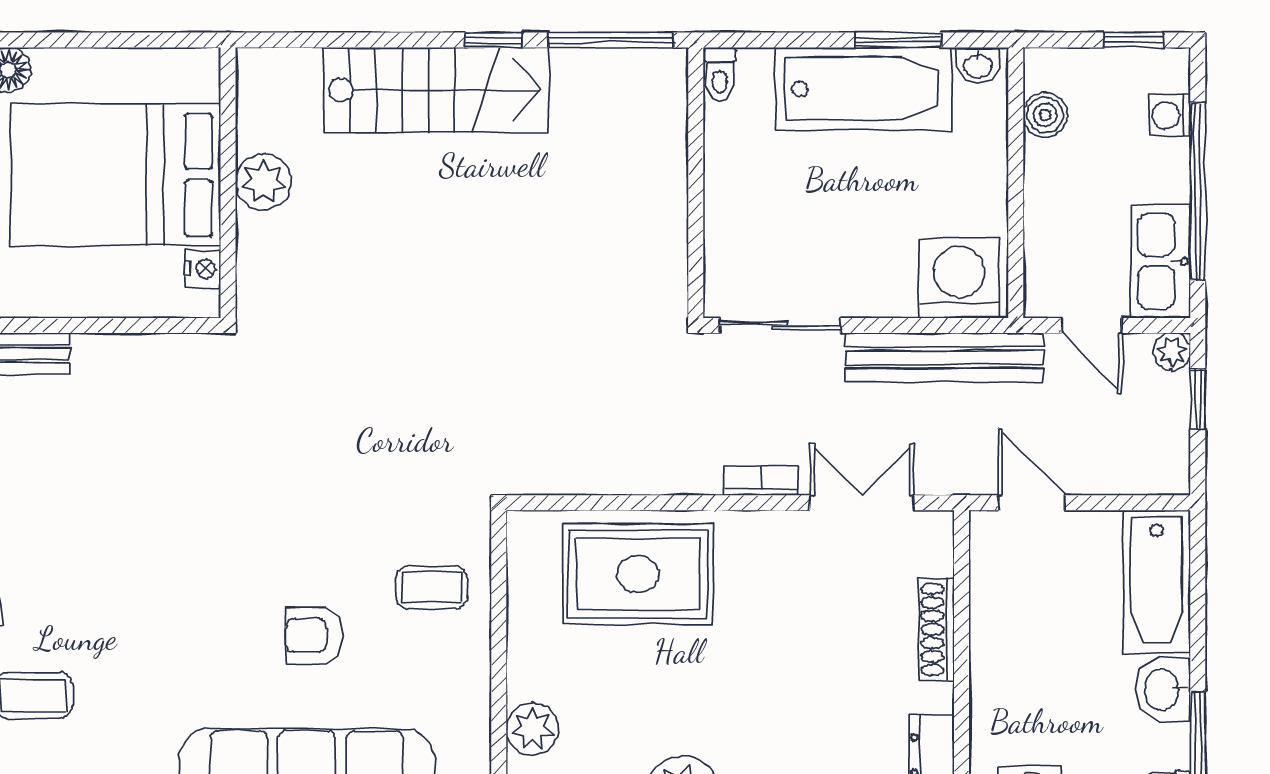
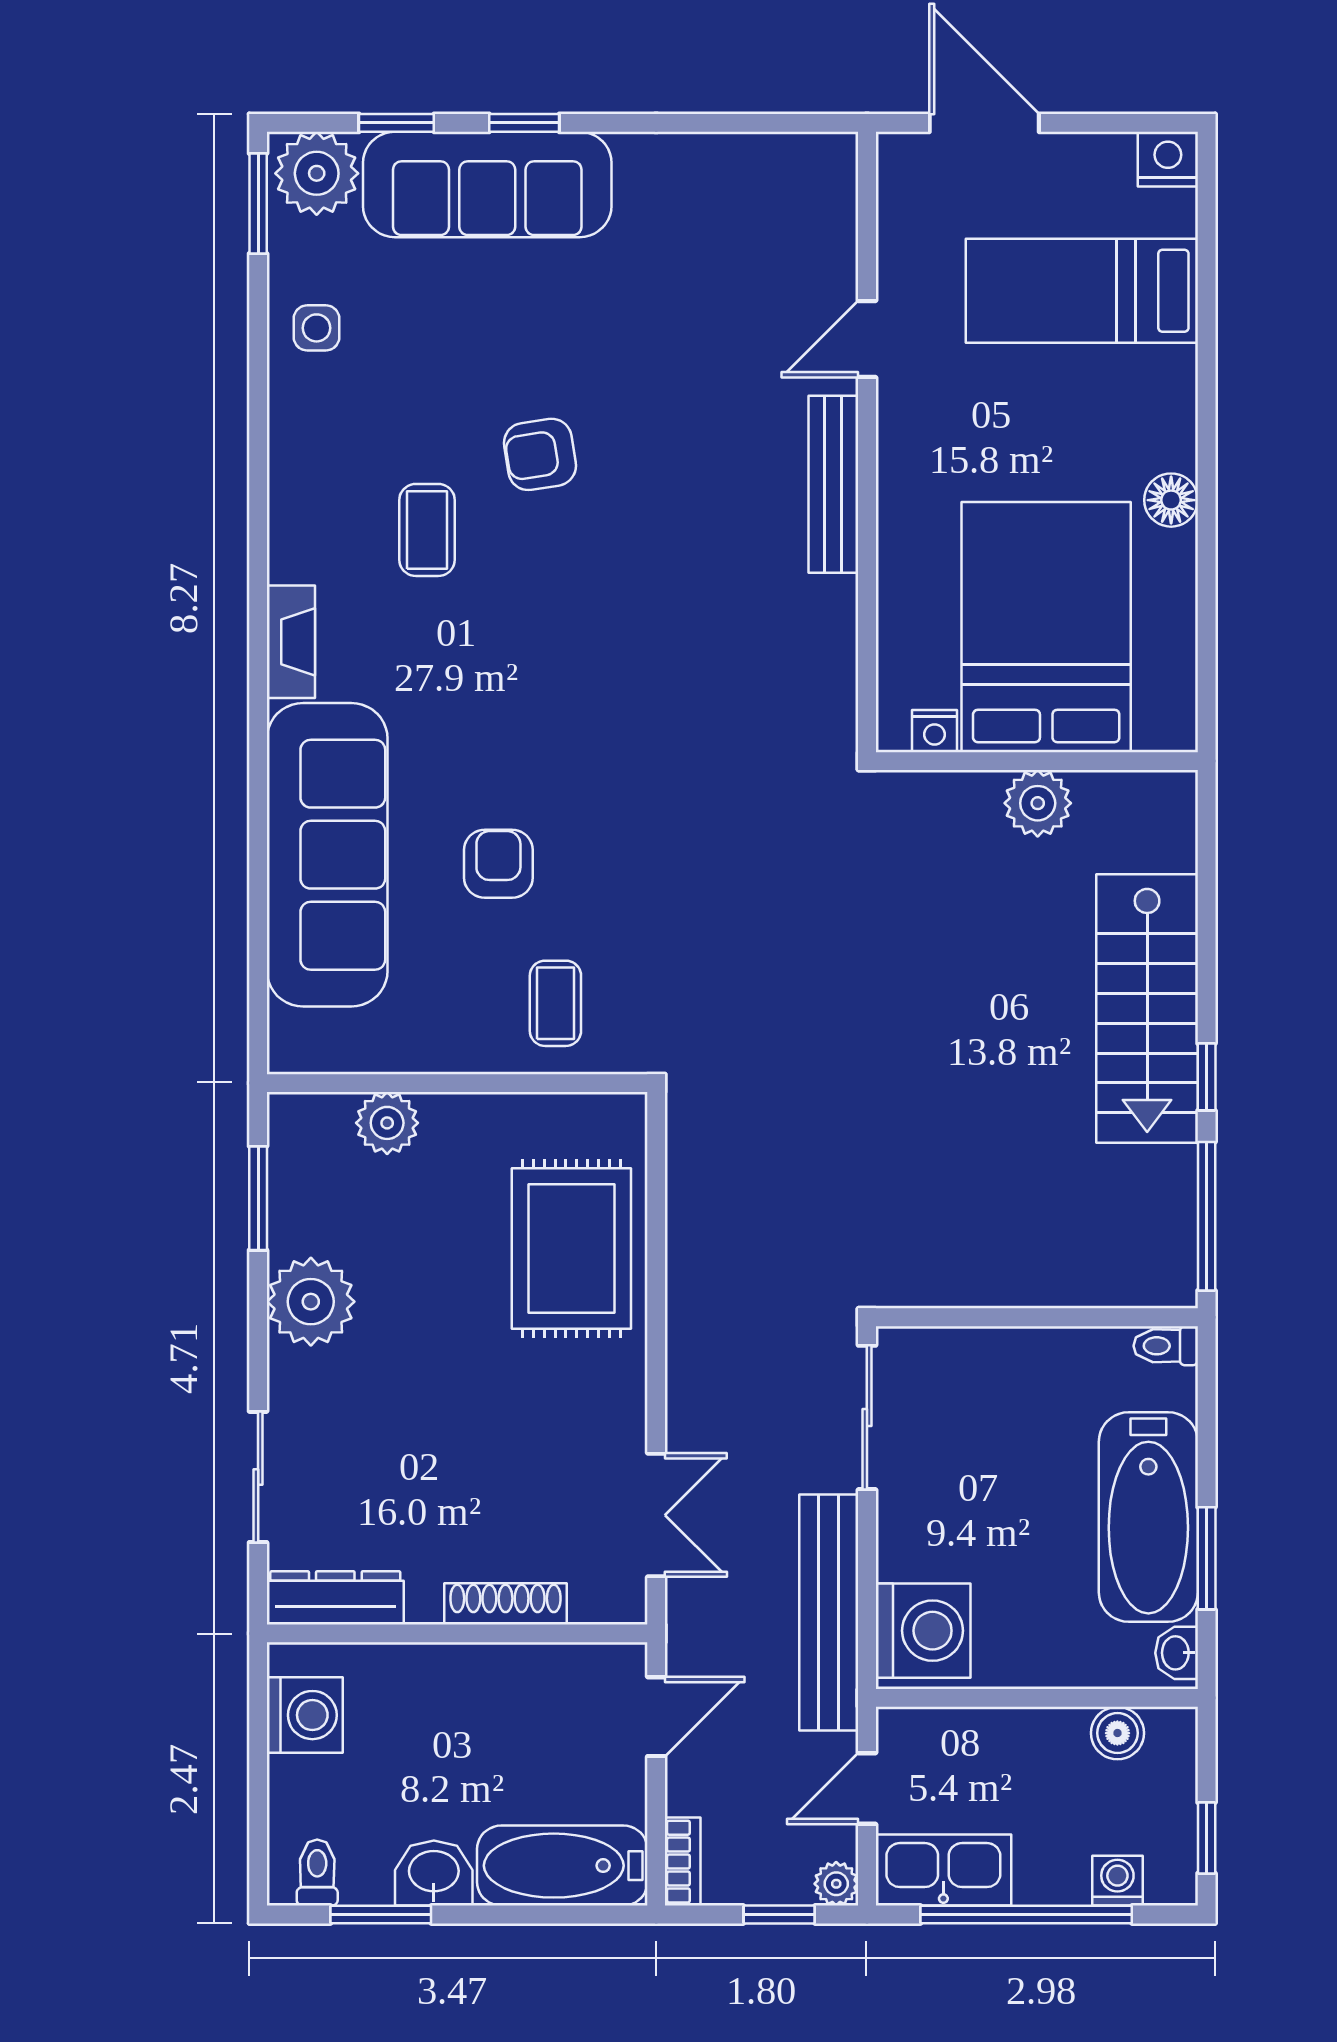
bookcase: (761, 480) -> (683, 1862), moved

